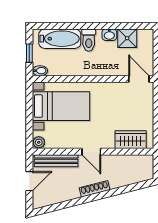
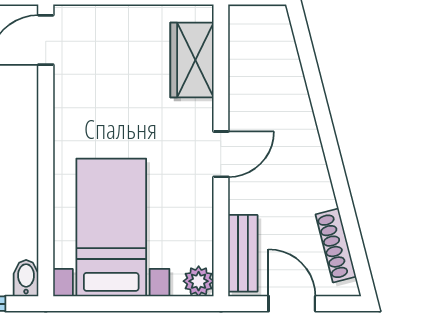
bench: (56, 161) -> (243, 253), width x0.73
shoe rack: (95, 189) -> (336, 246), moved

